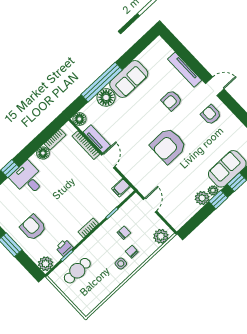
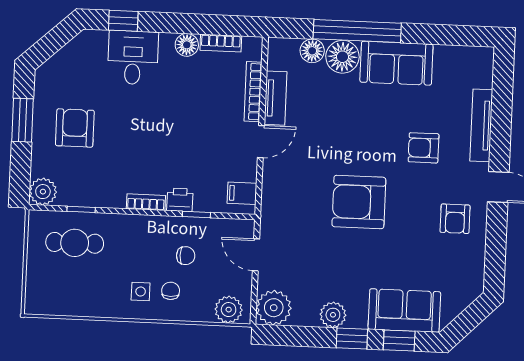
armchair: (211, 115) -> (455, 219), turned 180
floor lamp: (79, 119) -> (312, 51), moved
plant: (213, 190) -> (274, 308), moved, width x1.87, depth x1.87
door: (150, 205) -> (256, 255), swing flipped
printer: (64, 248) -> (180, 200), moved

